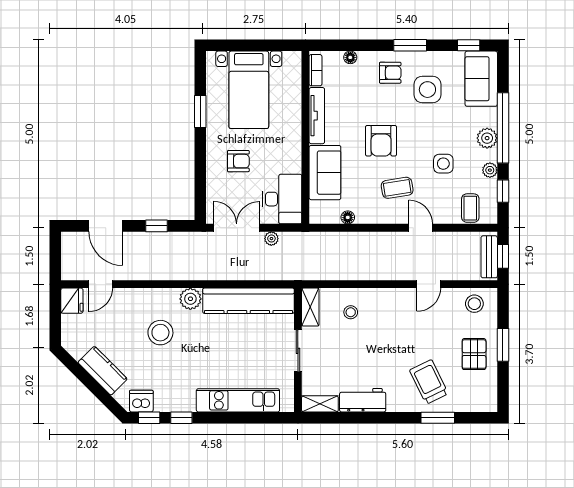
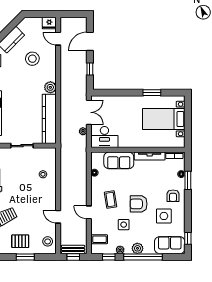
window: (410, 45) -> (188, 180), moved
armchair: (381, 141) -> (139, 204), moved
armchair: (238, 161) -> (125, 113), removed
door: (421, 228) -> (89, 212), swing flipped
shelving: (310, 307) -> (46, 152), removed
stool: (160, 333) -> (32, 59), moved

